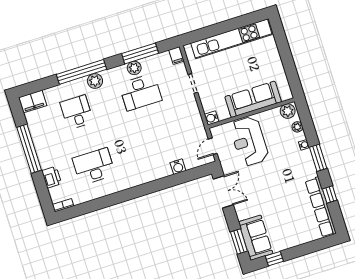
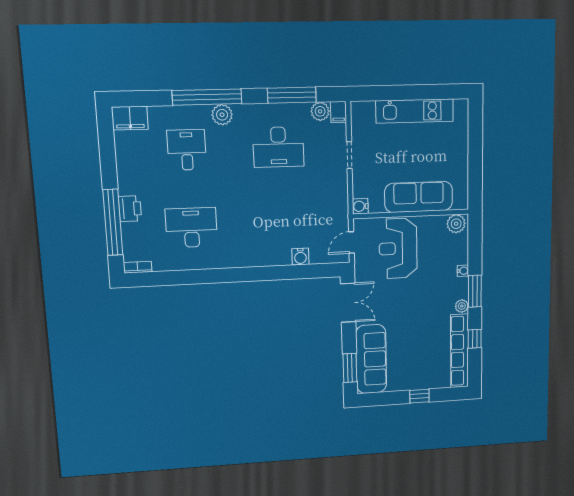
kitchen unit: (231, 39) -> (415, 111), width x0.73
plant: (134, 68) -> (320, 111), moved
plant: (297, 127) -> (462, 306), moved
window: (29, 149) -> (113, 222), moved
printer: (52, 177) -> (130, 209), moved
sofa: (256, 238) -> (371, 359), width x1.36
window: (274, 259) -> (419, 396), moved

